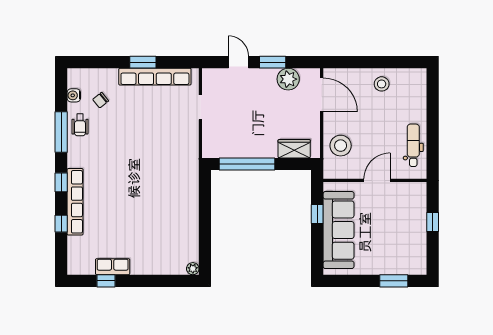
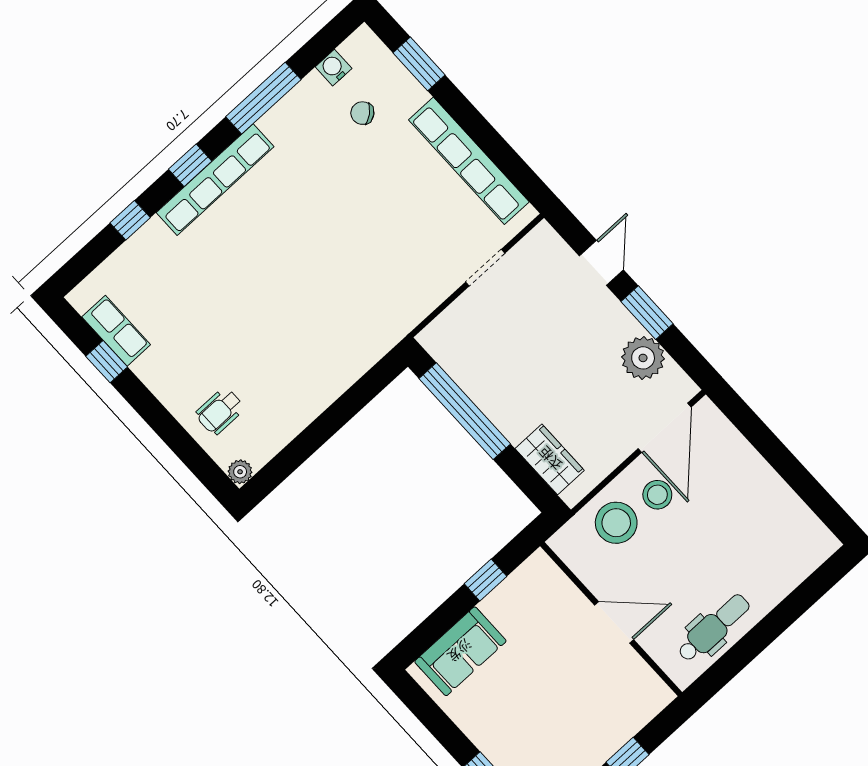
window: (143, 62) -> (419, 64), moved
stool: (382, 84) -> (657, 495), moved
wheelchair: (80, 125) -> (220, 411), moved
row of seats: (75, 202) -> (215, 180), moved
sofa: (339, 230) -> (460, 651), width x0.54, depth x0.79
row of seats: (113, 267) -> (116, 331), moved

